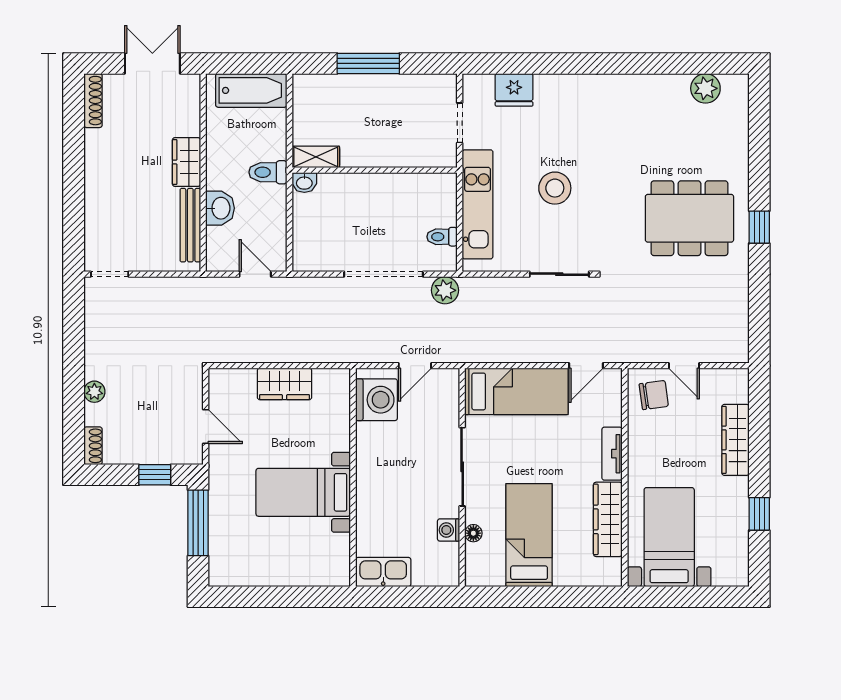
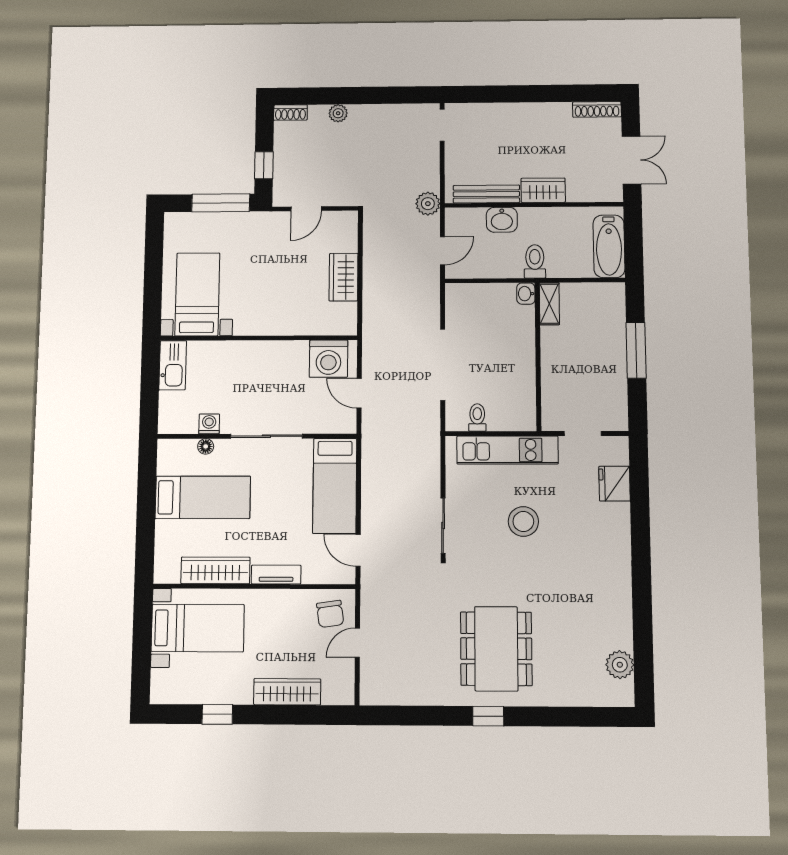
plant: (445, 290) -> (428, 204), moved
bed with nightstands: (303, 492) -> (197, 294), moved

